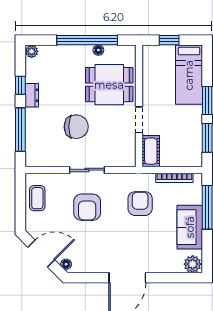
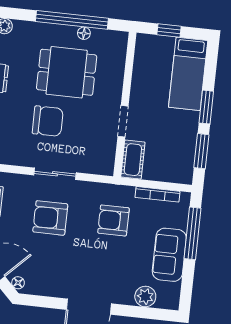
dining table: (109, 85) -> (67, 72), moved
armchair: (140, 204) -> (113, 220), turned -90
armchair: (87, 207) -> (50, 218), turned 90
plant: (193, 264) -> (145, 297), moved

